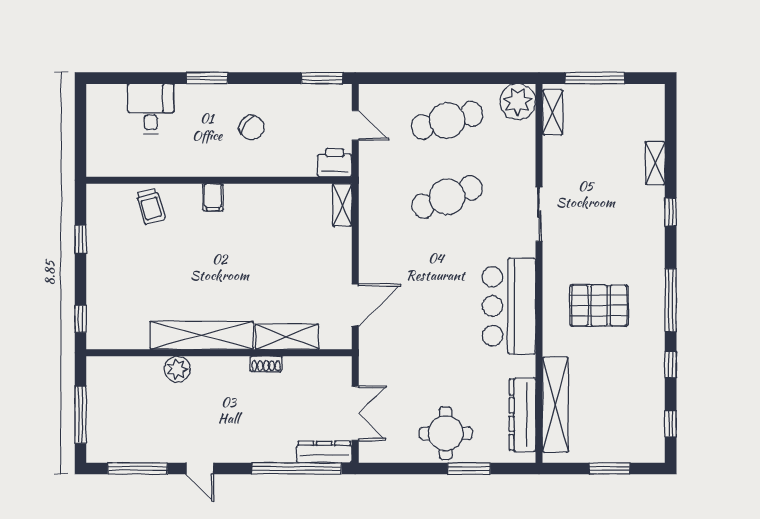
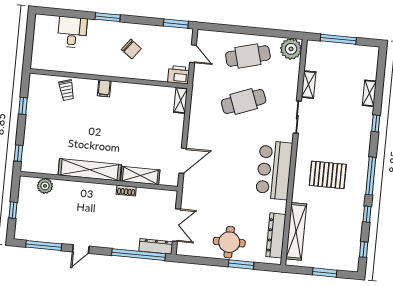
shelving: (553, 112) -> (309, 85), moved
plant: (177, 369) -> (45, 186), moved
window: (81, 415) -> (13, 210), width x0.46
door: (200, 468) -> (81, 249), hinge flipped

